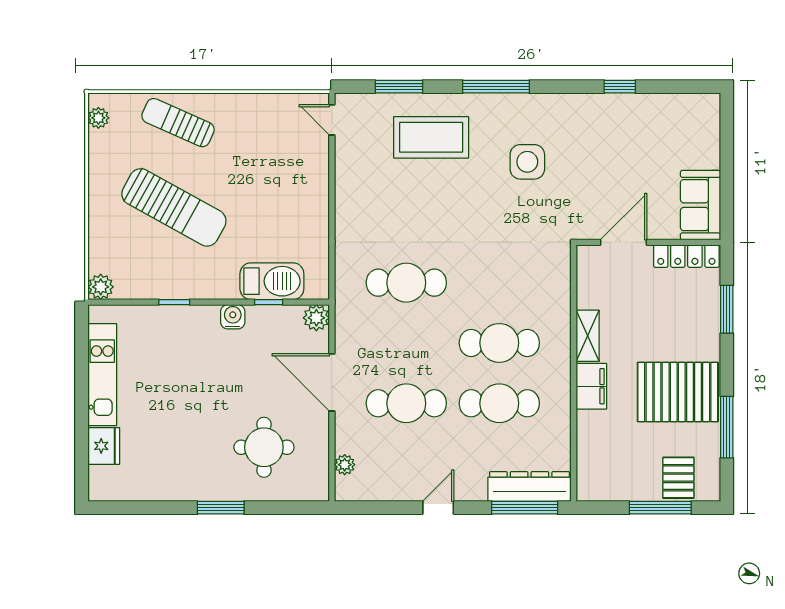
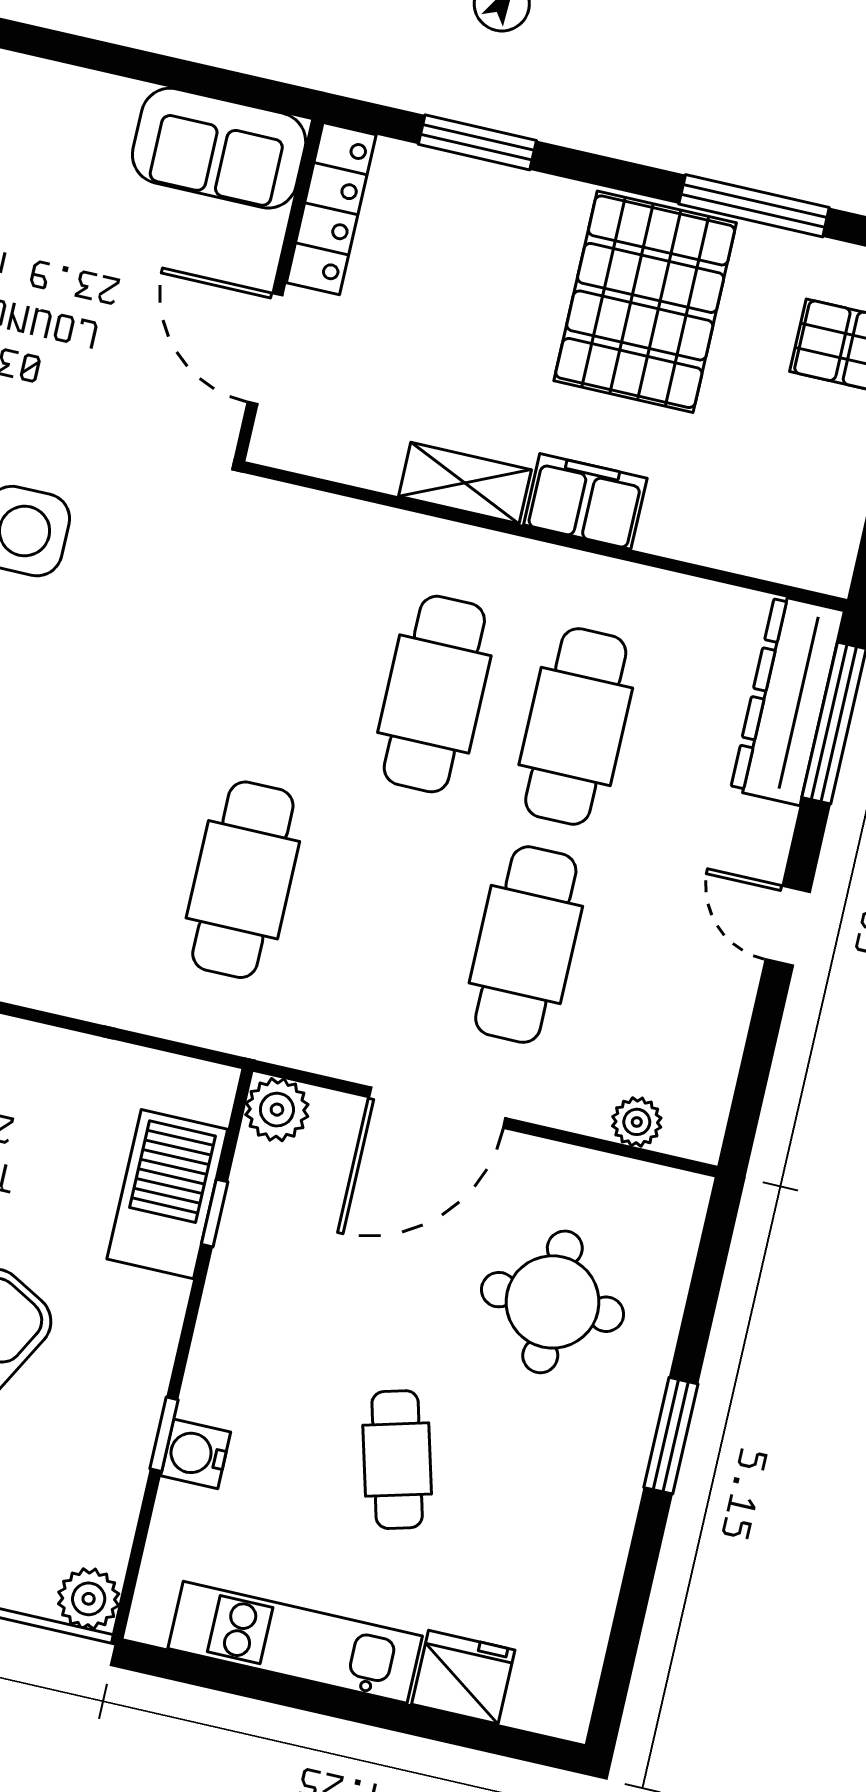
water cooler: (233, 317) -> (196, 1454), moved
cafe table: (186, 399) -> (397, 1460), added

